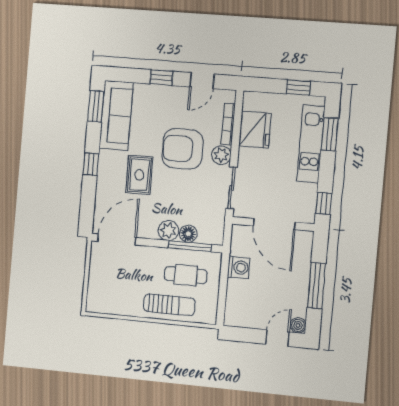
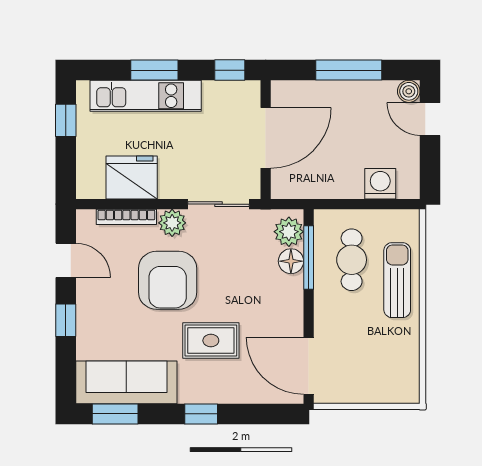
window: (330, 134) -> (154, 70), moved
plant: (168, 231) -> (289, 232), moved
washing machine: (239, 267) -> (380, 184), moved

